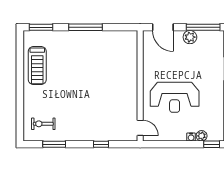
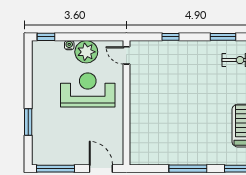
plant: (190, 37) -> (70, 157), removed
plant: (202, 136) -> (86, 52), moved, width x1.87, depth x1.87

